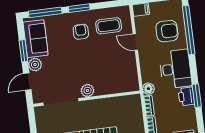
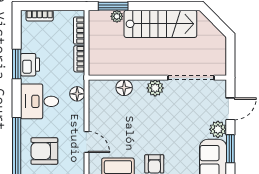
desk: (175, 69) -> (40, 101), width x0.73
floor lamp: (111, 88) -> (124, 88), added
floor lamp: (148, 89) -> (77, 94), moved

